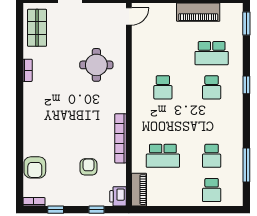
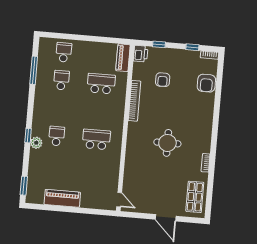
door: (129, 16) -> (119, 200), swing flipped
school desk: (212, 53) -> (54, 164), removed
round table: (96, 65) -> (167, 143), moved
plant: (236, 77) -> (36, 143), added
school desk: (163, 87) -> (96, 139), width x1.85
armchair: (35, 167) -> (206, 83), turned 180

